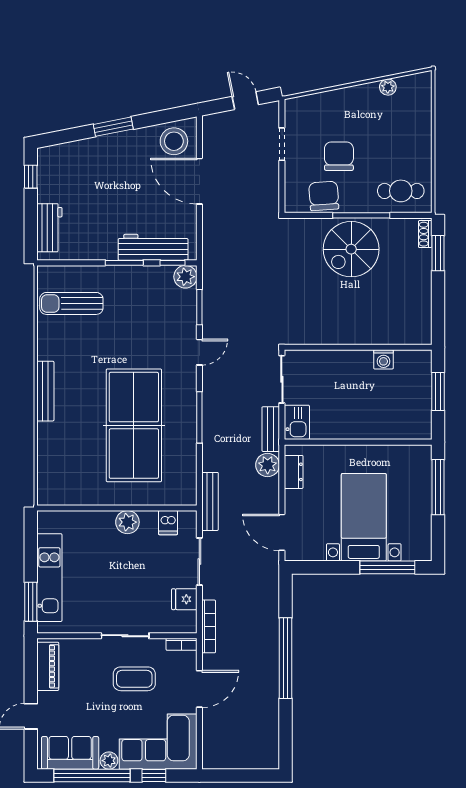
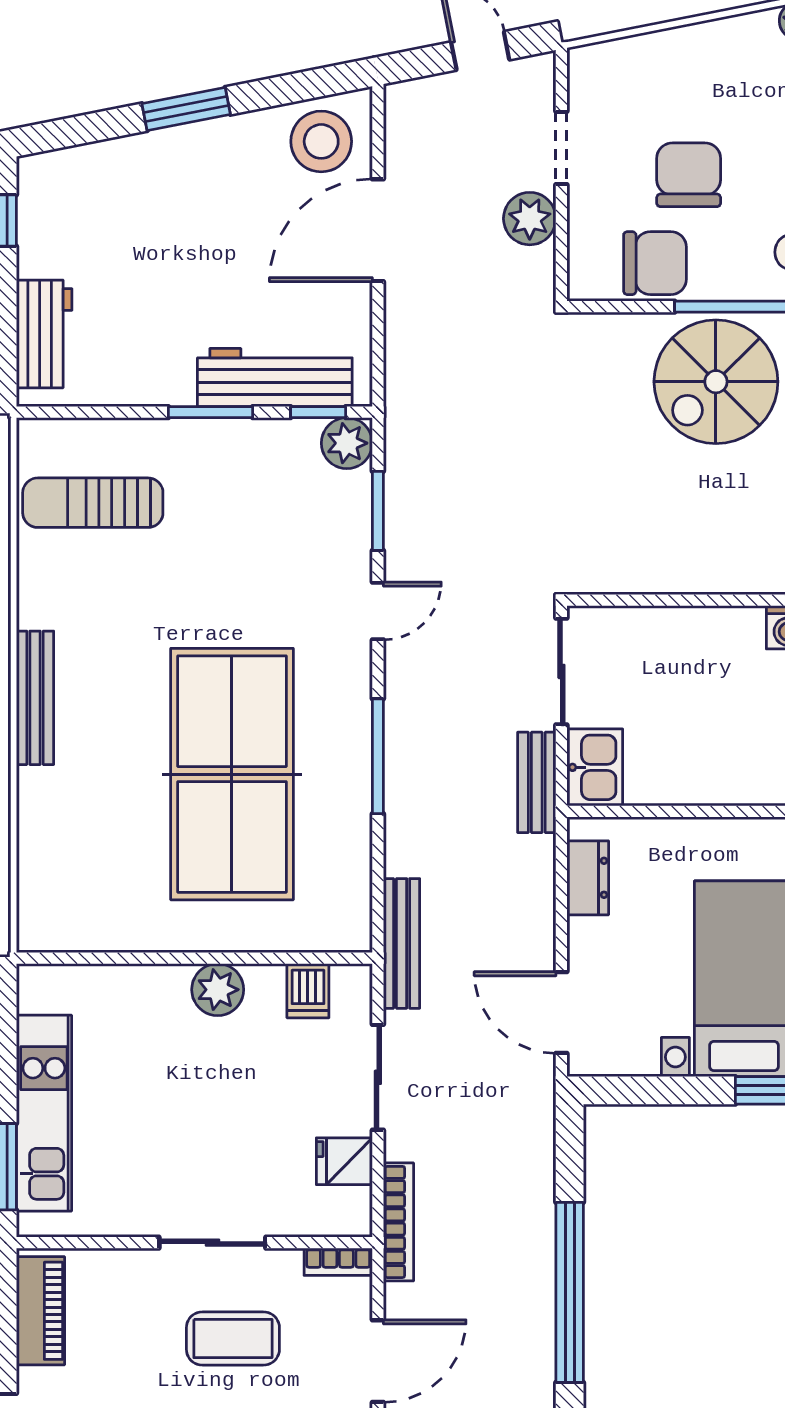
door: (199, 181) -> (378, 230), hinge flipped
chair: (324, 196) -> (655, 263), turned 94
plant: (268, 465) -> (530, 219), moved

